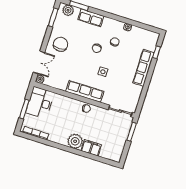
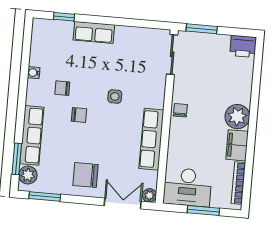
row of seats: (91, 18) -> (32, 135), width x1.48
row of seats: (143, 68) -> (94, 32), width x0.68
row of seats: (85, 91) -> (151, 139), moved
filing cabinet: (91, 148) -> (237, 145), moved
printer: (116, 154) -> (243, 46), added

